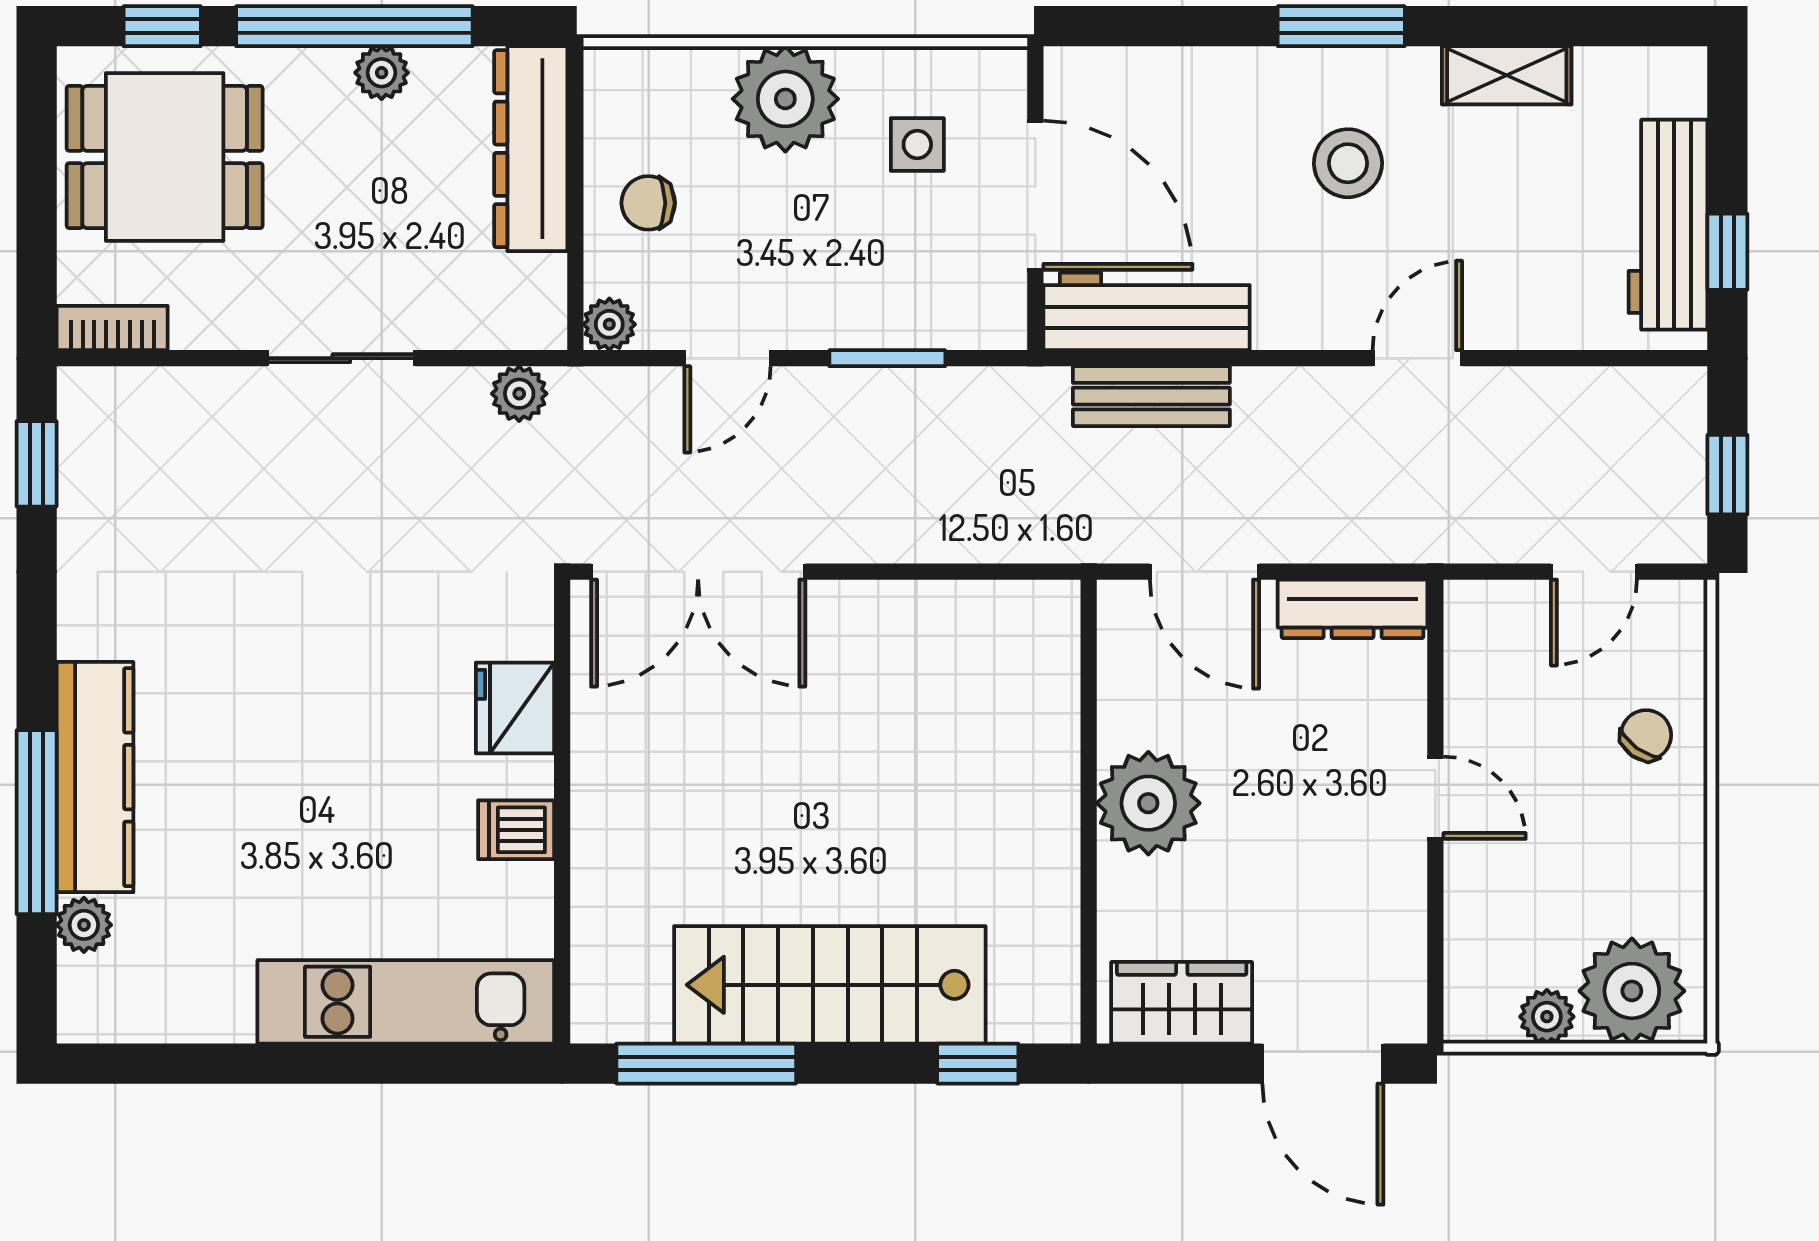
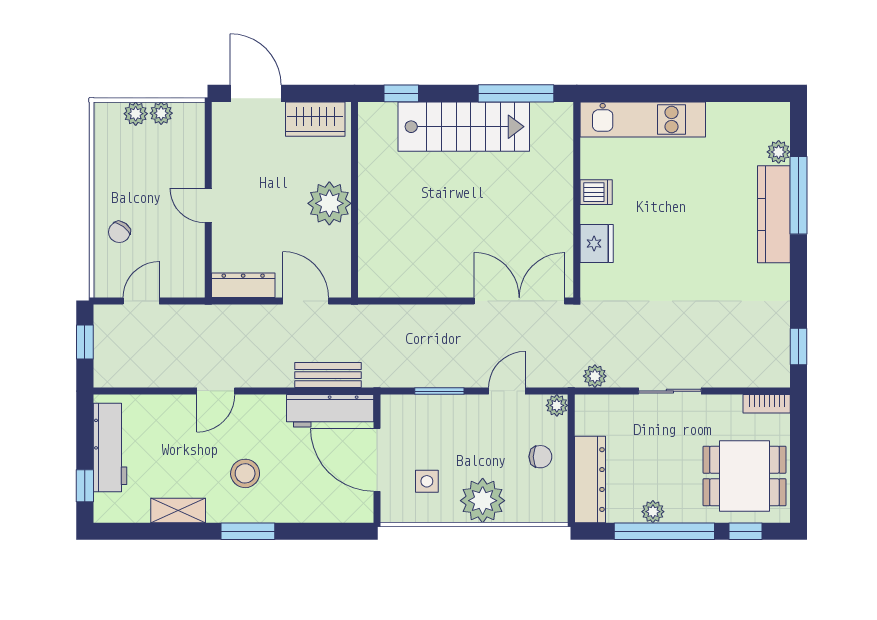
window: (1727, 252) -> (85, 486), moved
plant: (1632, 991) -> (136, 114), width x0.53, depth x0.53

